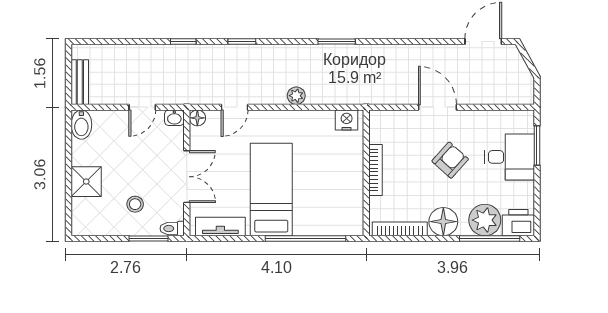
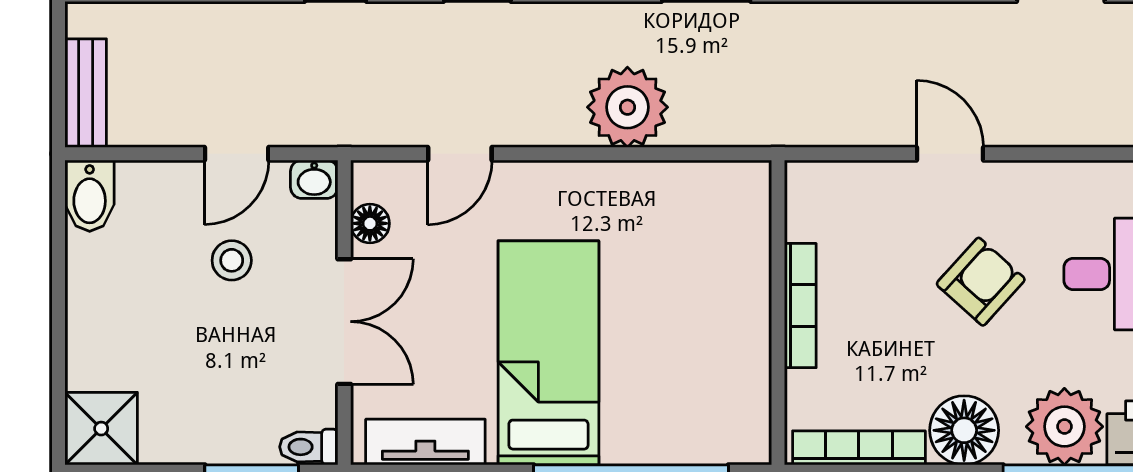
plant: (296, 96) -> (627, 107), width x1.88, depth x1.88
door: (437, 107) -> (950, 154), width x0.73
floor lamp: (197, 118) -> (370, 223), moved
nightstand: (347, 120) -> (730, 185), removed
shower: (86, 182) -> (101, 429), moved
stool: (135, 204) -> (232, 260), moved

